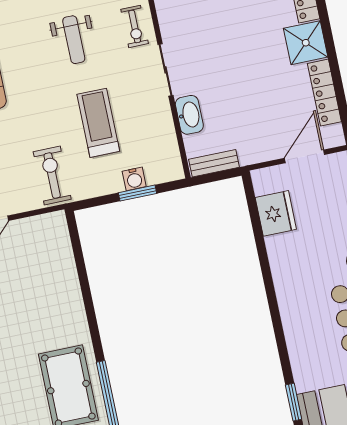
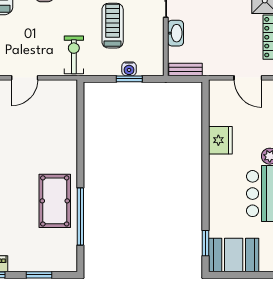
door: (304, 156) -> (248, 78), swing flipped
fridge: (276, 213) -> (220, 140), moved

